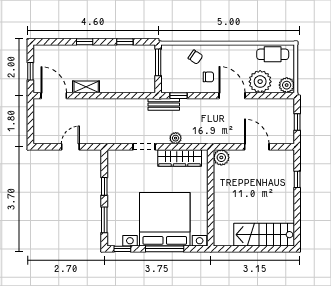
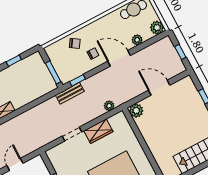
window: (158, 62) -> (53, 72), moved
plant: (260, 82) -> (137, 40), width x0.53, depth x0.53
plant: (176, 138) -> (109, 106), moved
wardrobe: (180, 158) -> (98, 131), width x0.67

